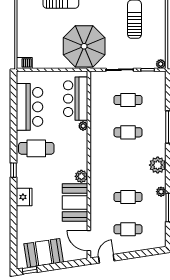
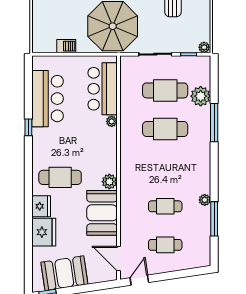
barbecue: (24, 63) -> (66, 46), moved
cafe table: (128, 100) -> (165, 90), width x1.37, depth x1.35
cafe table: (128, 132) -> (165, 129), width x1.37, depth x1.35
cafe table: (36, 148) -> (60, 177), moved
plant: (158, 165) -> (201, 96), moved
window: (14, 170) -> (28, 127), moved
fridge: (26, 219) -> (44, 232), added

